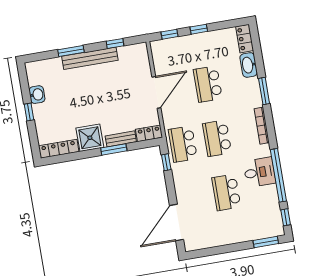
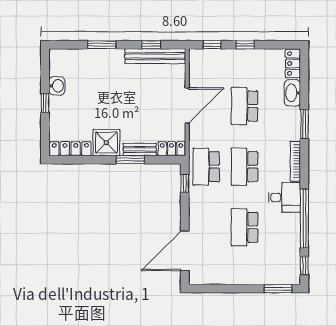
bench: (90, 58) -> (155, 56), moved
desk: (260, 172) -> (284, 197), moved

